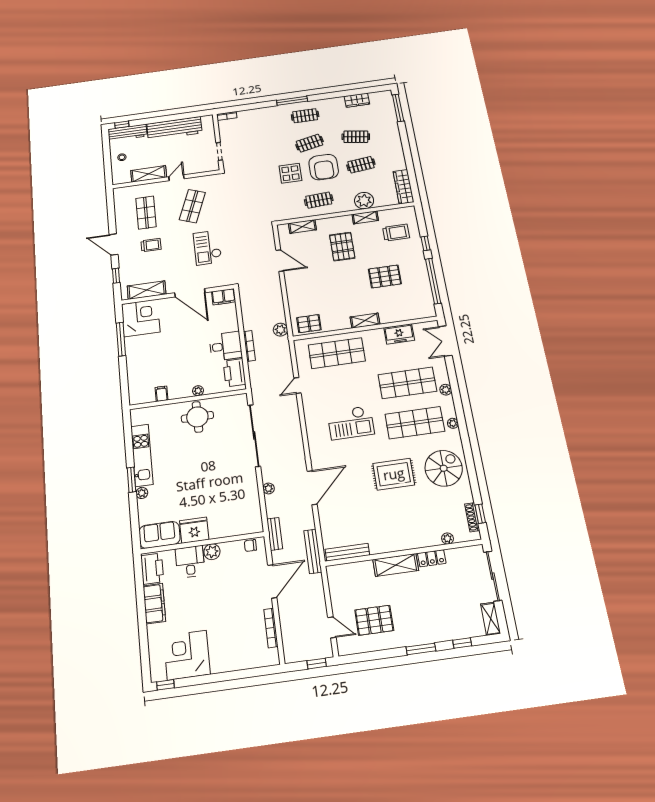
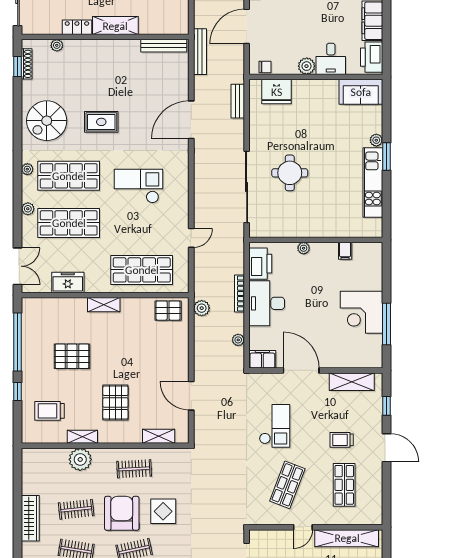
shelving: (149, 174) -> (347, 538), width x1.47
wardrobe: (403, 187) -> (30, 518), moved
corner desk: (141, 318) -> (361, 312), moved
desk: (226, 346) -> (267, 303), width x1.37
round table: (197, 417) -> (290, 173), moved
rug: (394, 474) -> (101, 122), width x0.73, depth x0.70
plant: (269, 488) -> (238, 340), moved
fridge: (194, 530) -> (277, 92), moved
bench: (275, 534) -> (238, 101), moved

